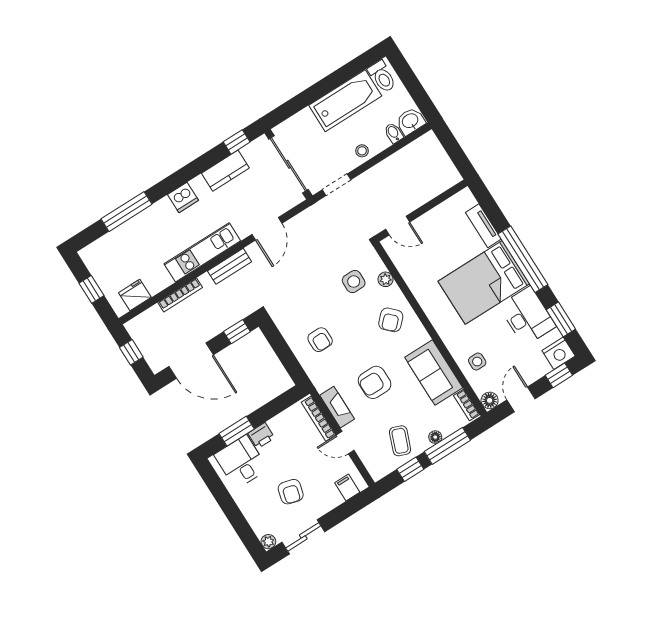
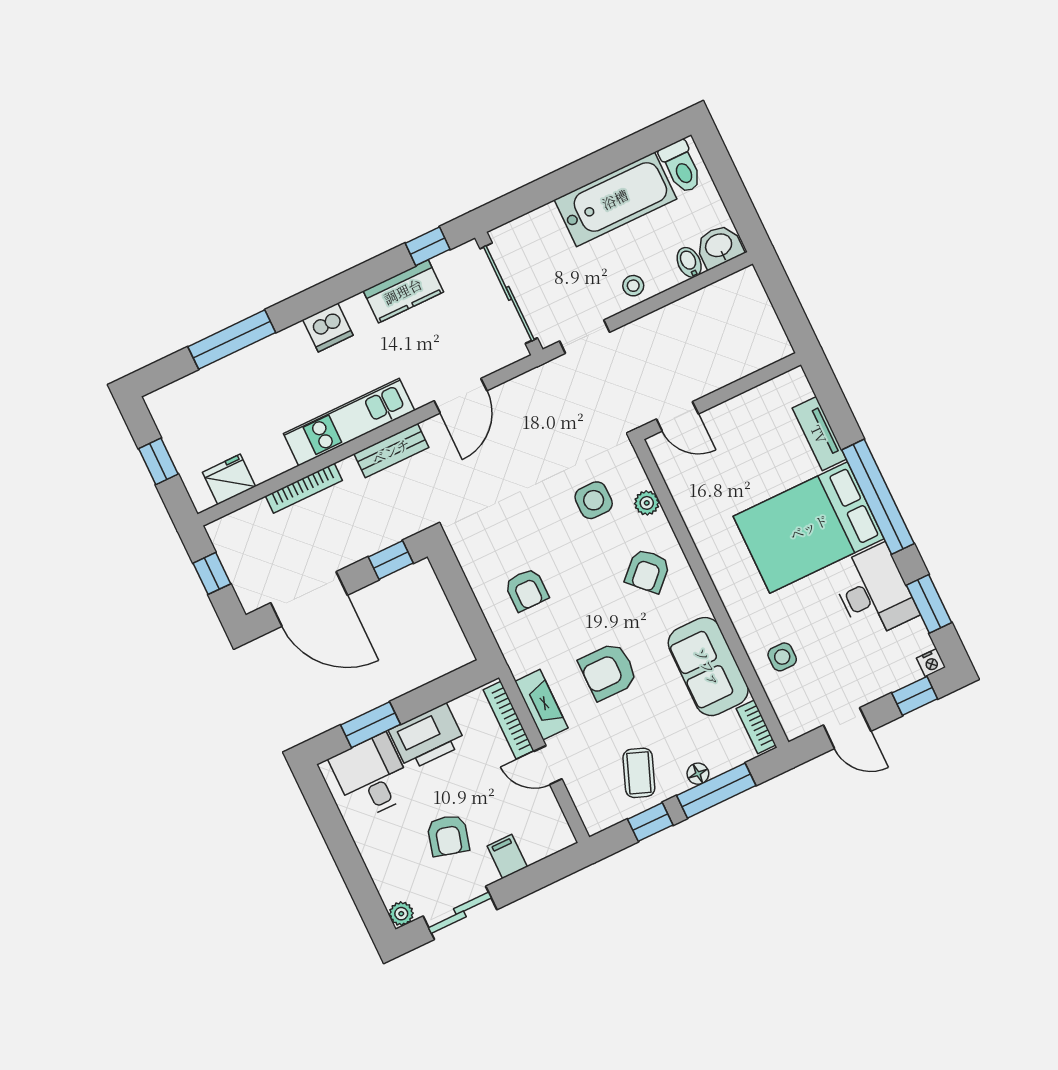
nightstand: (559, 353) -> (931, 663), width x0.53, depth x0.56
door: (521, 399) -> (847, 728), swing flipped
floor lamp: (490, 400) -> (795, 724), removed
printer: (261, 436) -> (427, 737), width x1.87, depth x1.48
filing cabinet: (347, 487) -> (507, 856), moved

